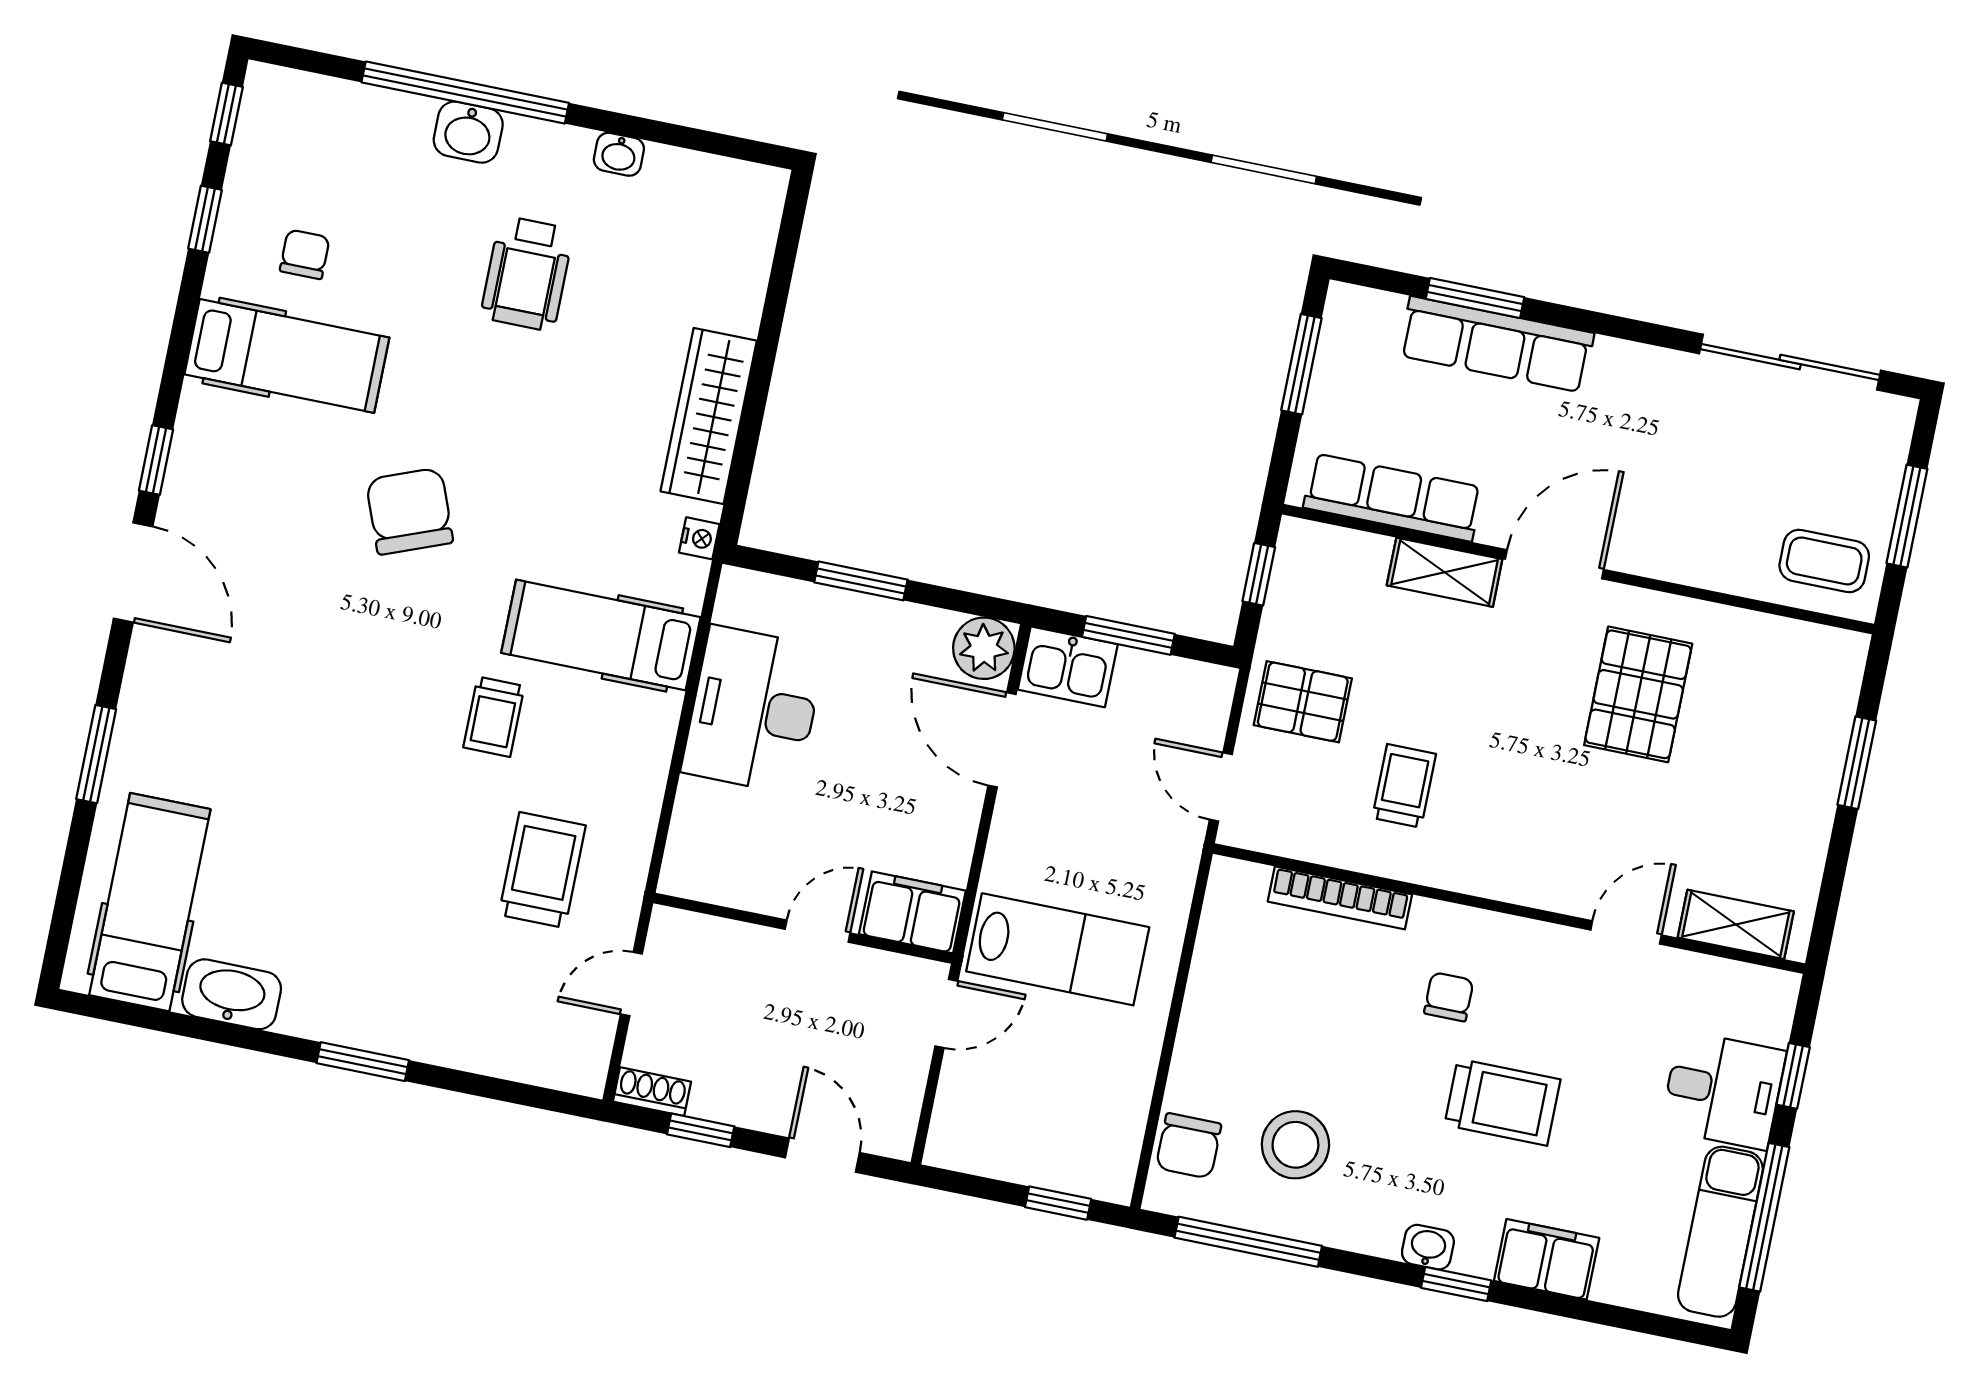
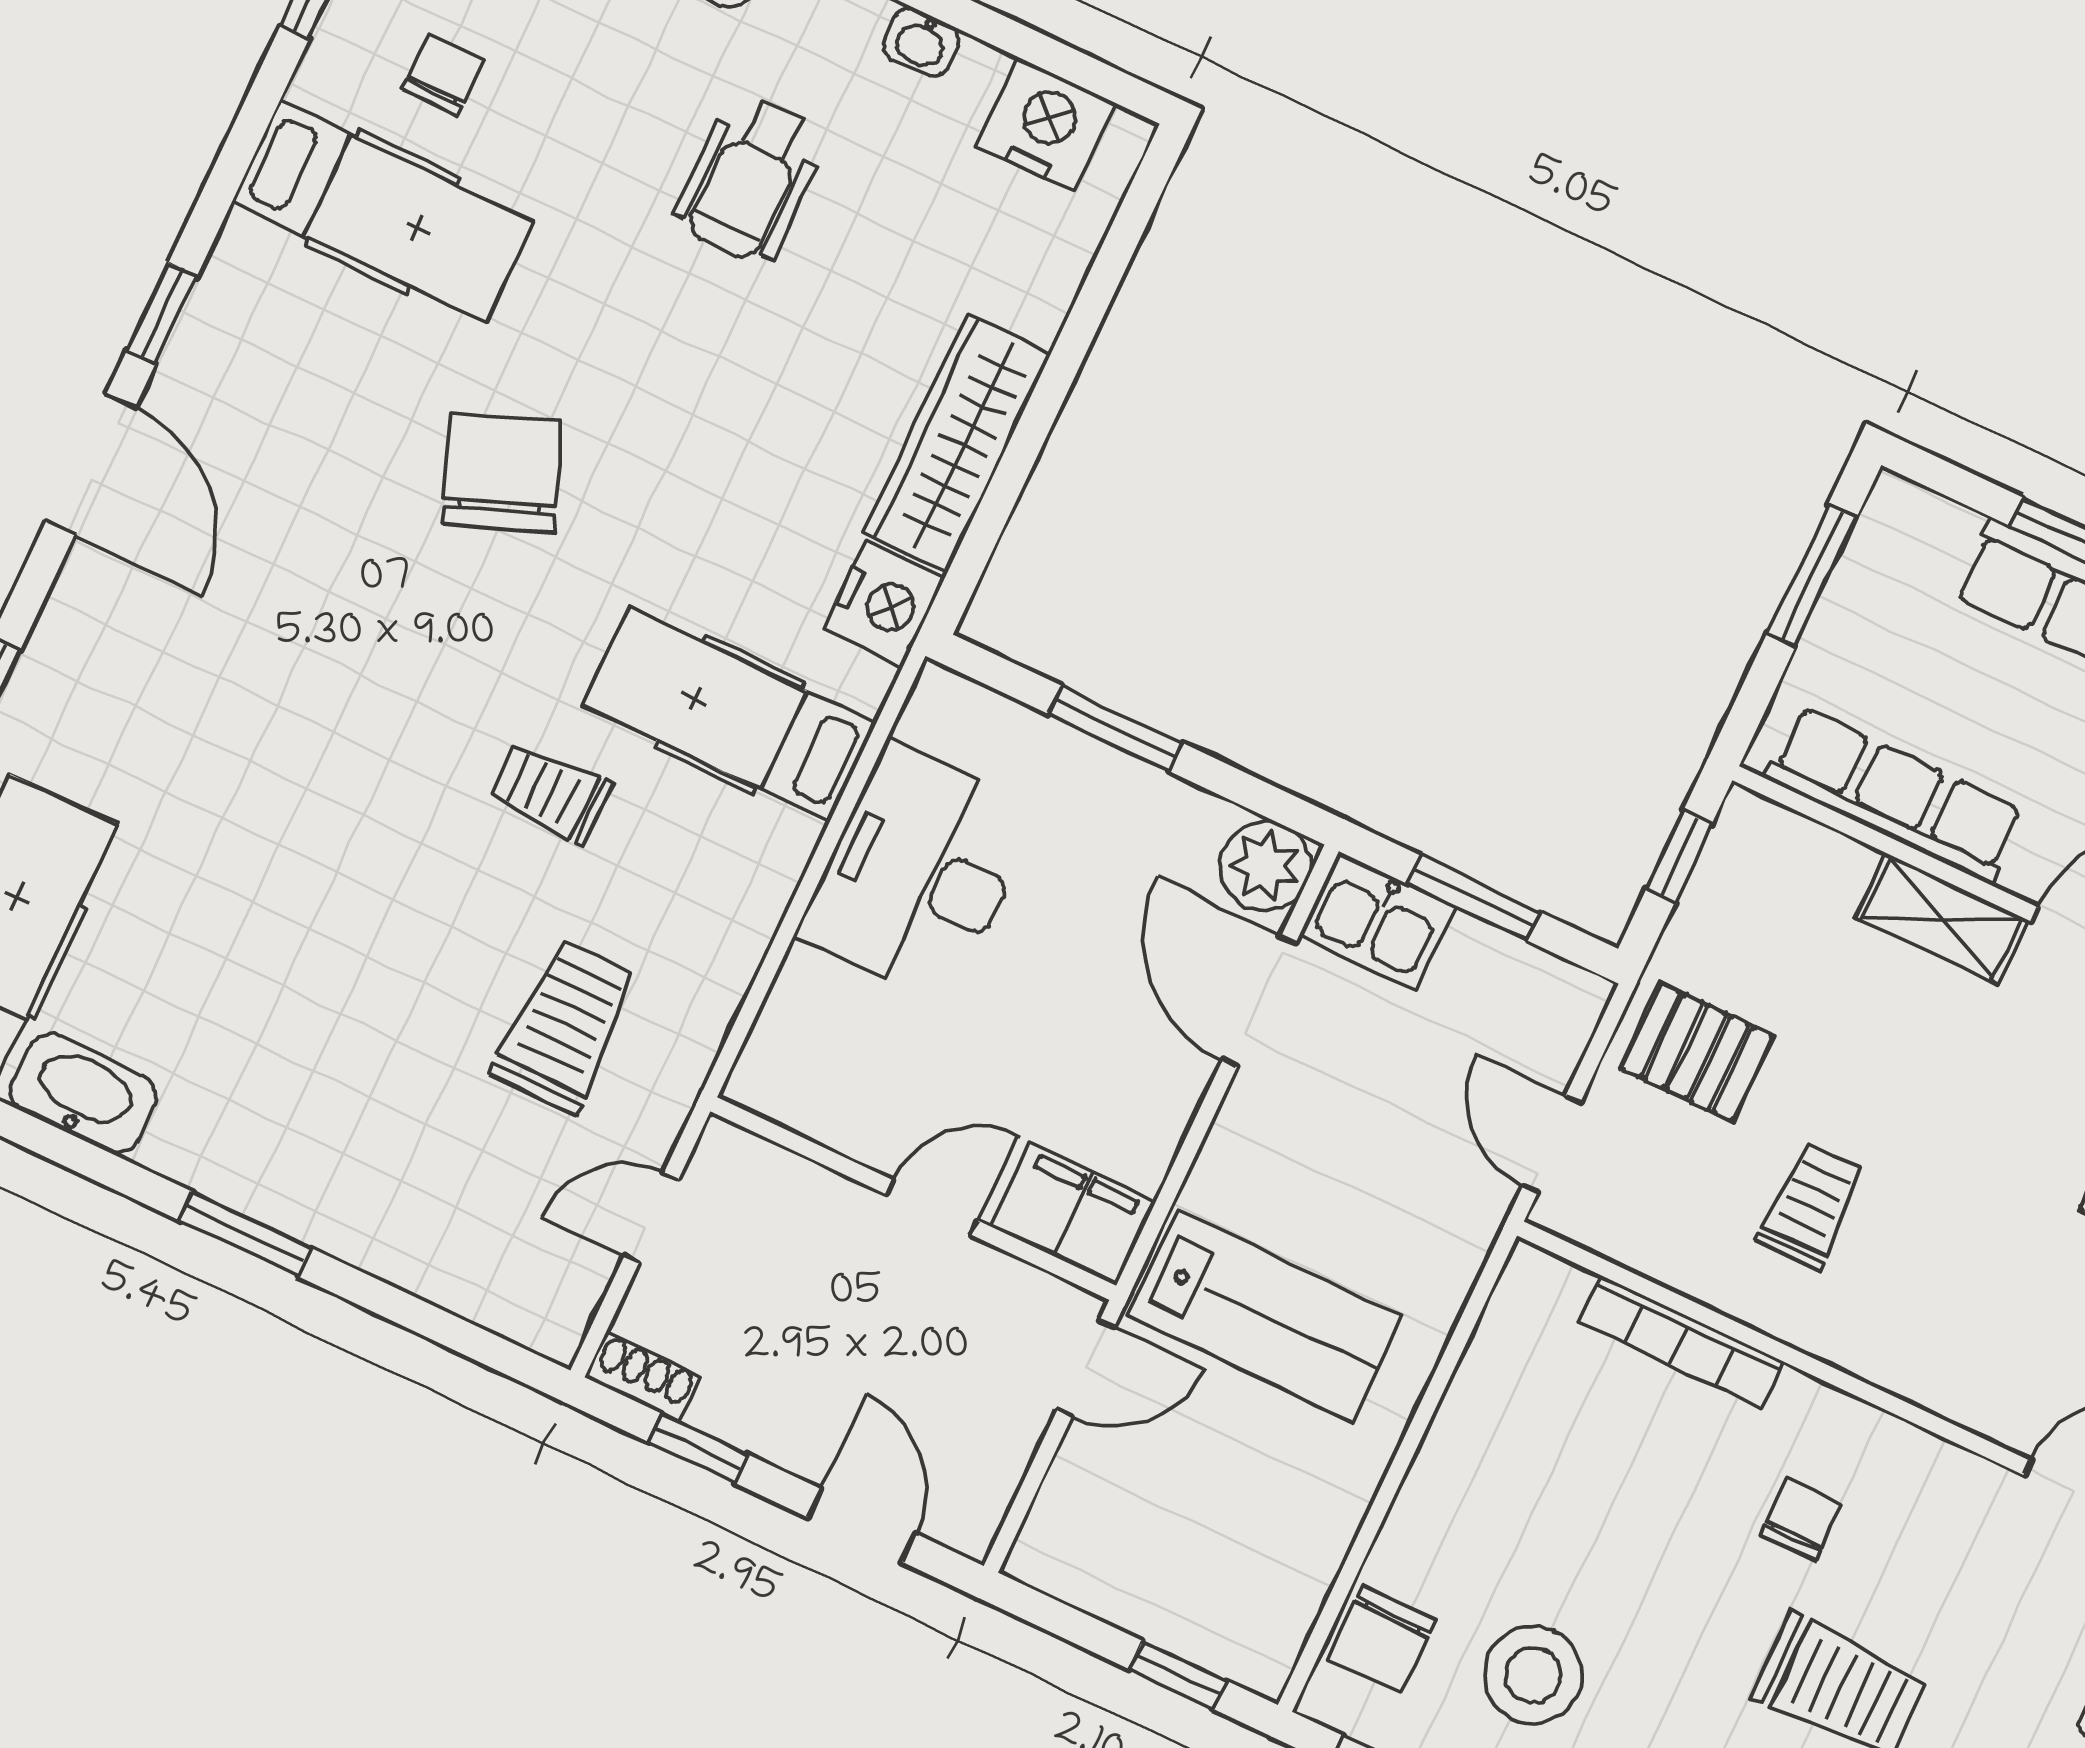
nightstand: (716, 189) -> (1046, 124), added
nightstand: (699, 538) -> (884, 604), width x1.89, depth x1.79
trolley: (494, 717) -> (550, 793), turned 90

